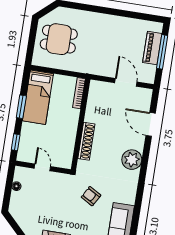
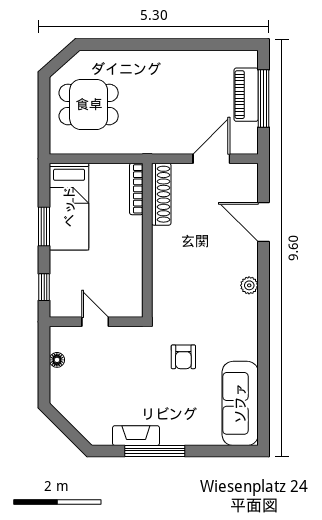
door: (126, 82) -> (211, 159), hinge flipped
shoe rack: (86, 141) -> (161, 194), moved
plant: (132, 160) -> (249, 285), width x0.53, depth x0.53
armchair: (91, 196) -> (183, 357), turned -120

